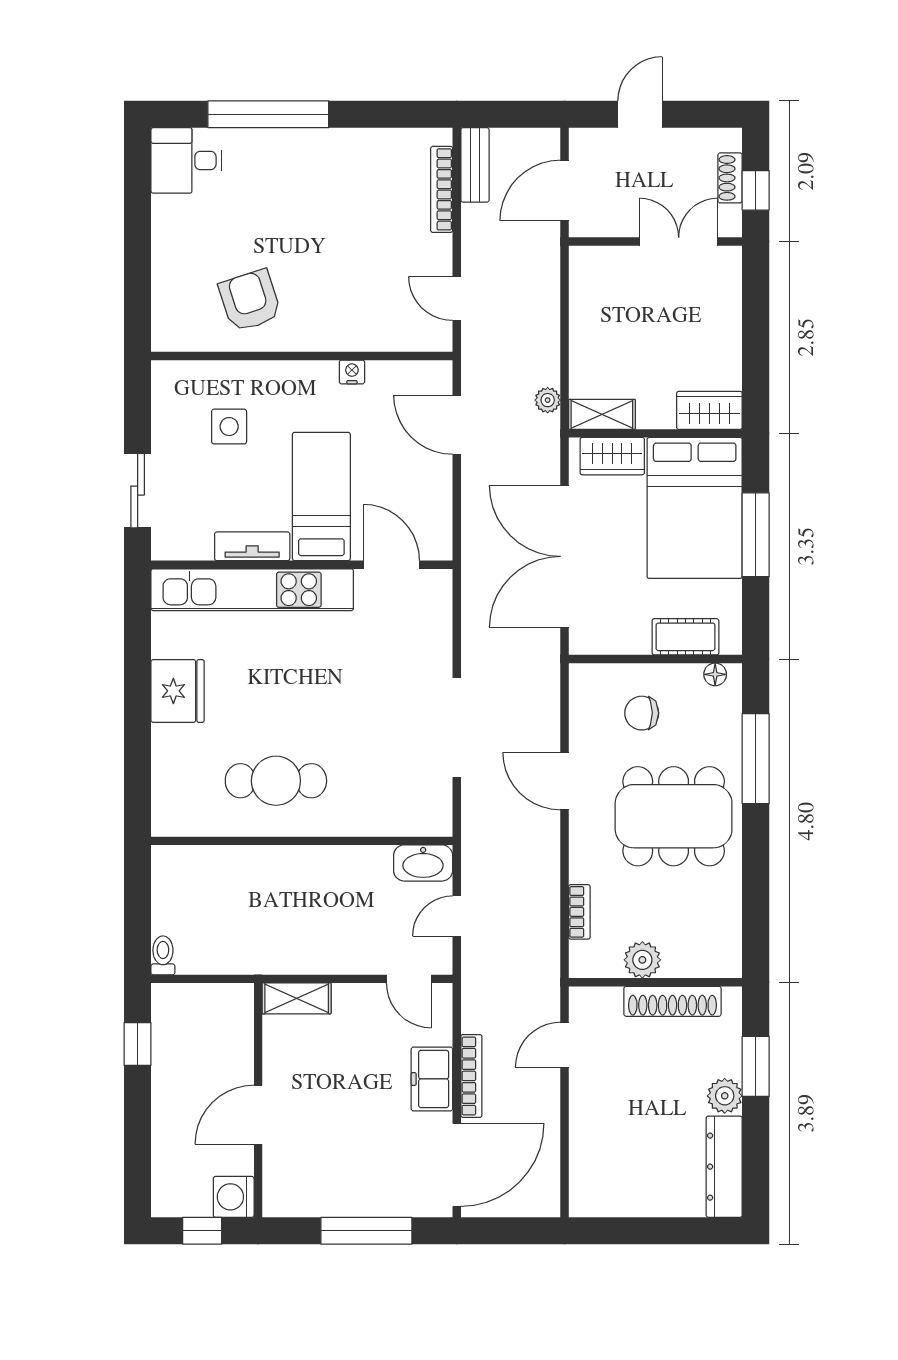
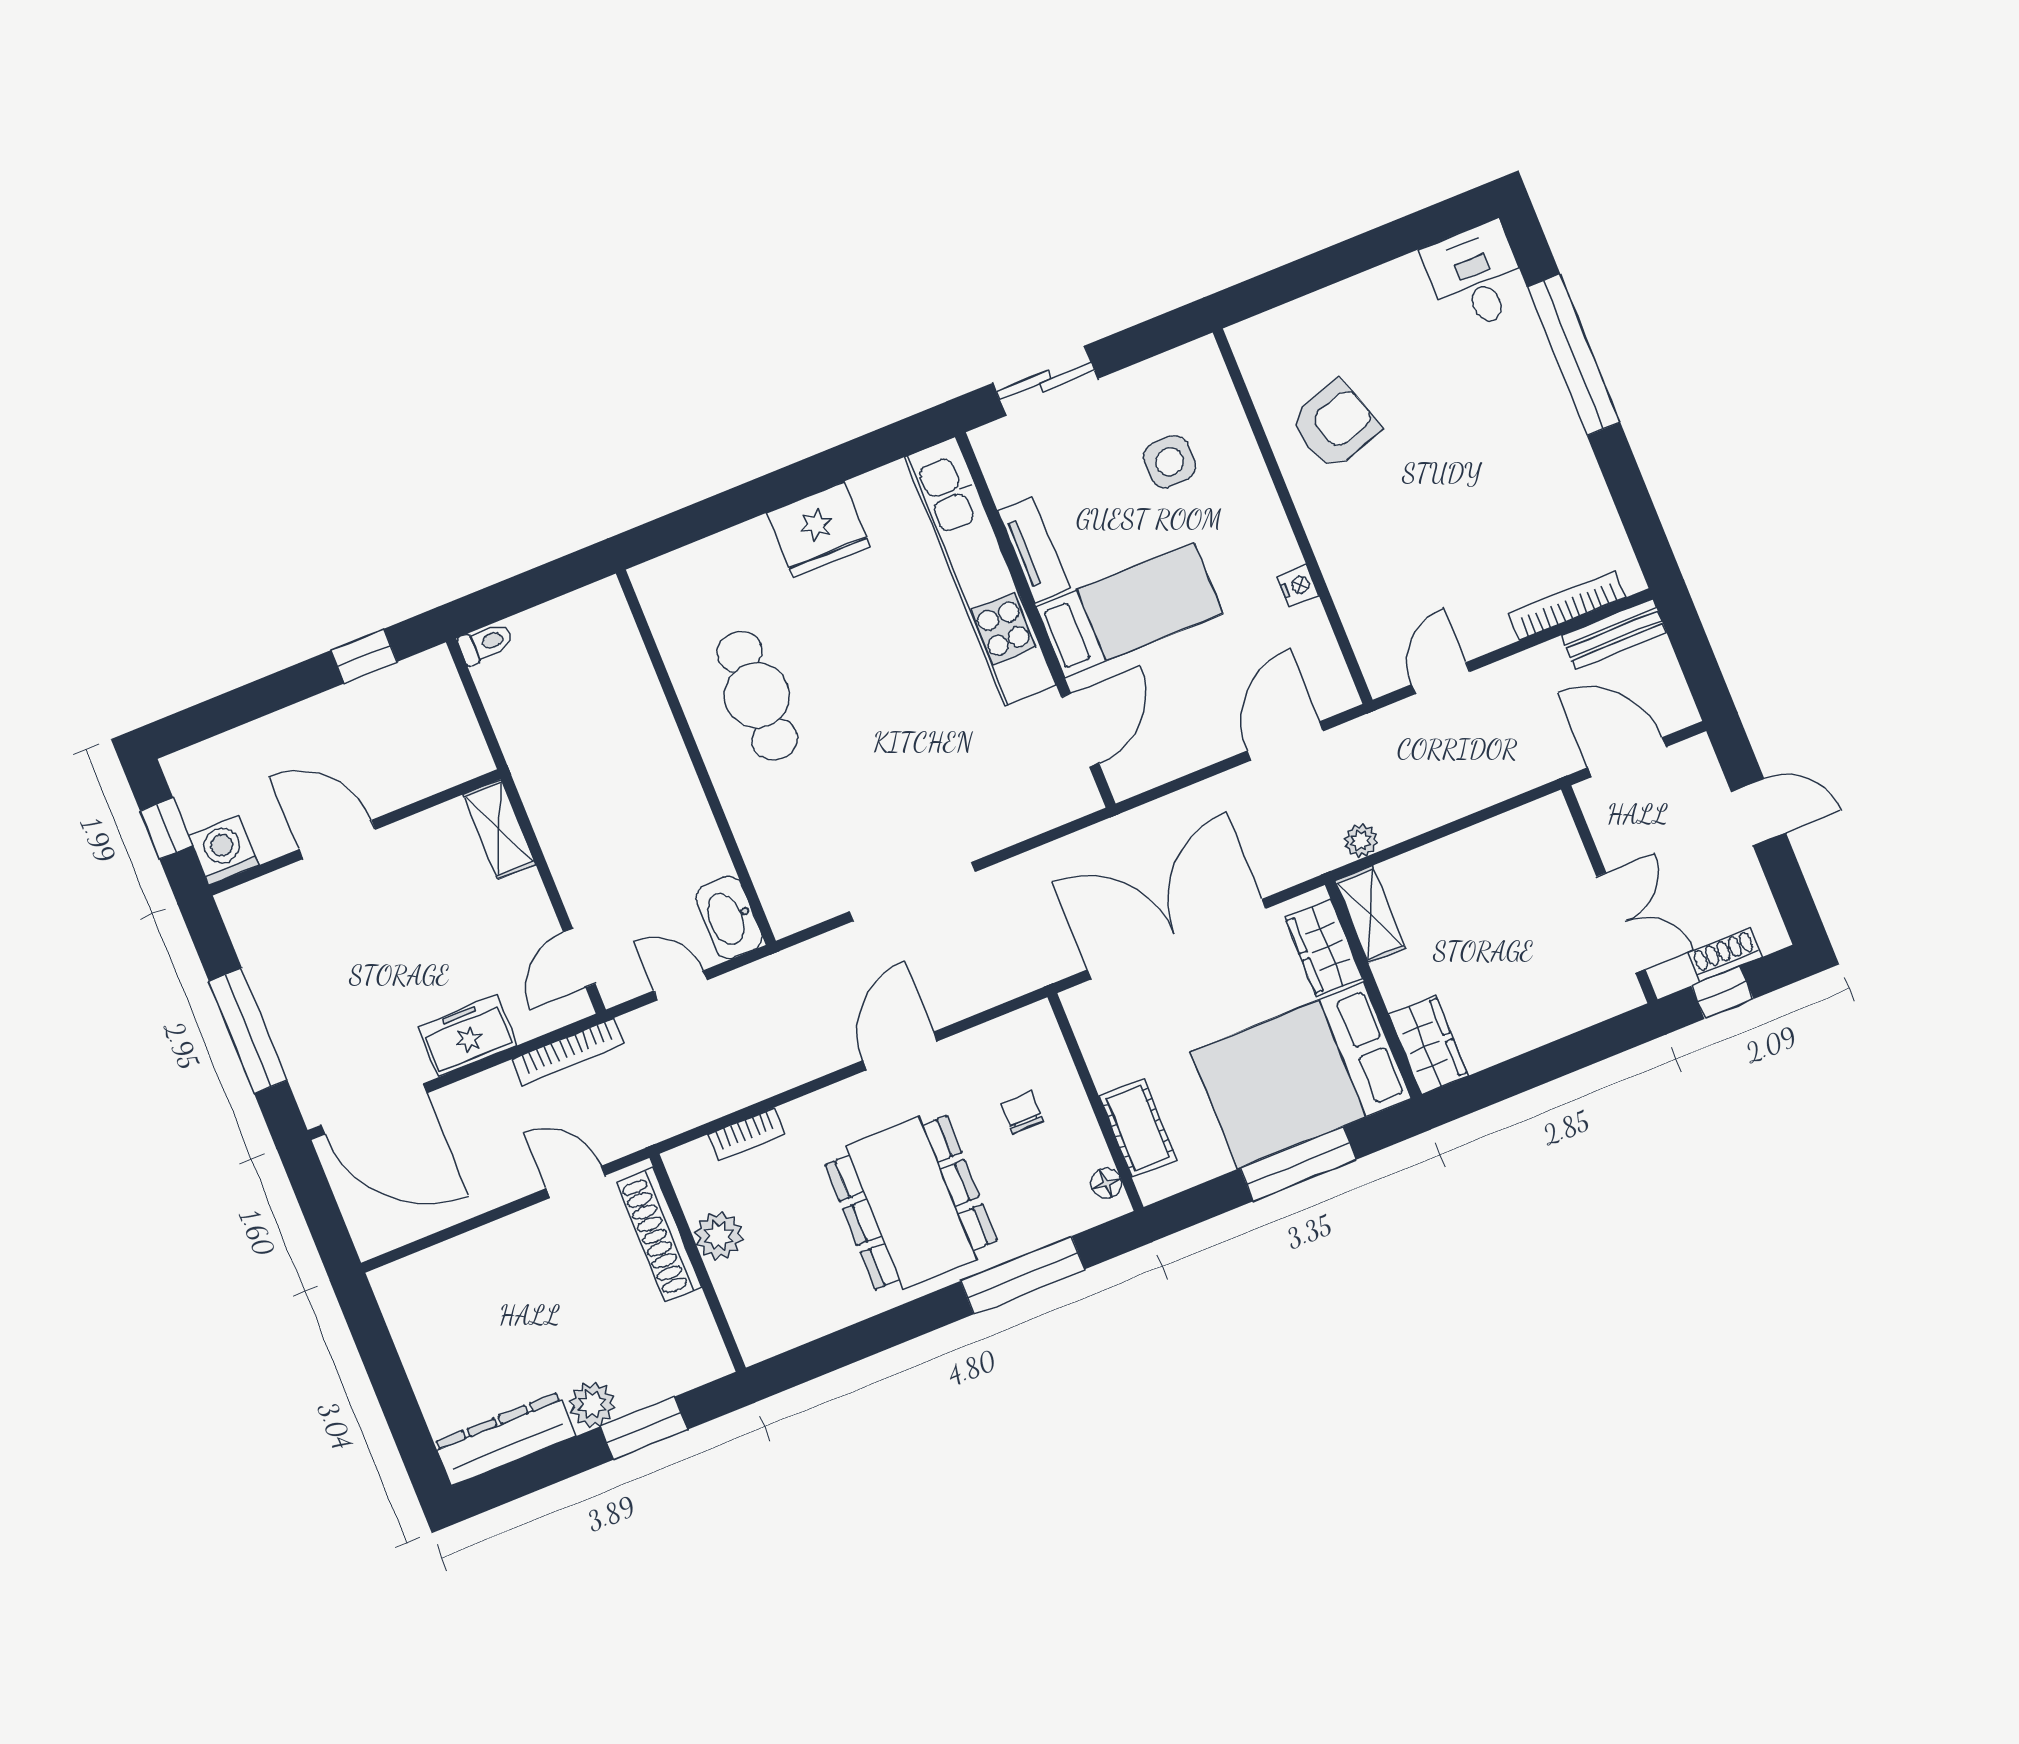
chair: (642, 713) -> (1022, 1112), width x0.73, depth x0.73
shoe rack: (672, 1001) -> (659, 1235), moved
bookcase: (471, 1076) -> (568, 1052), moved

